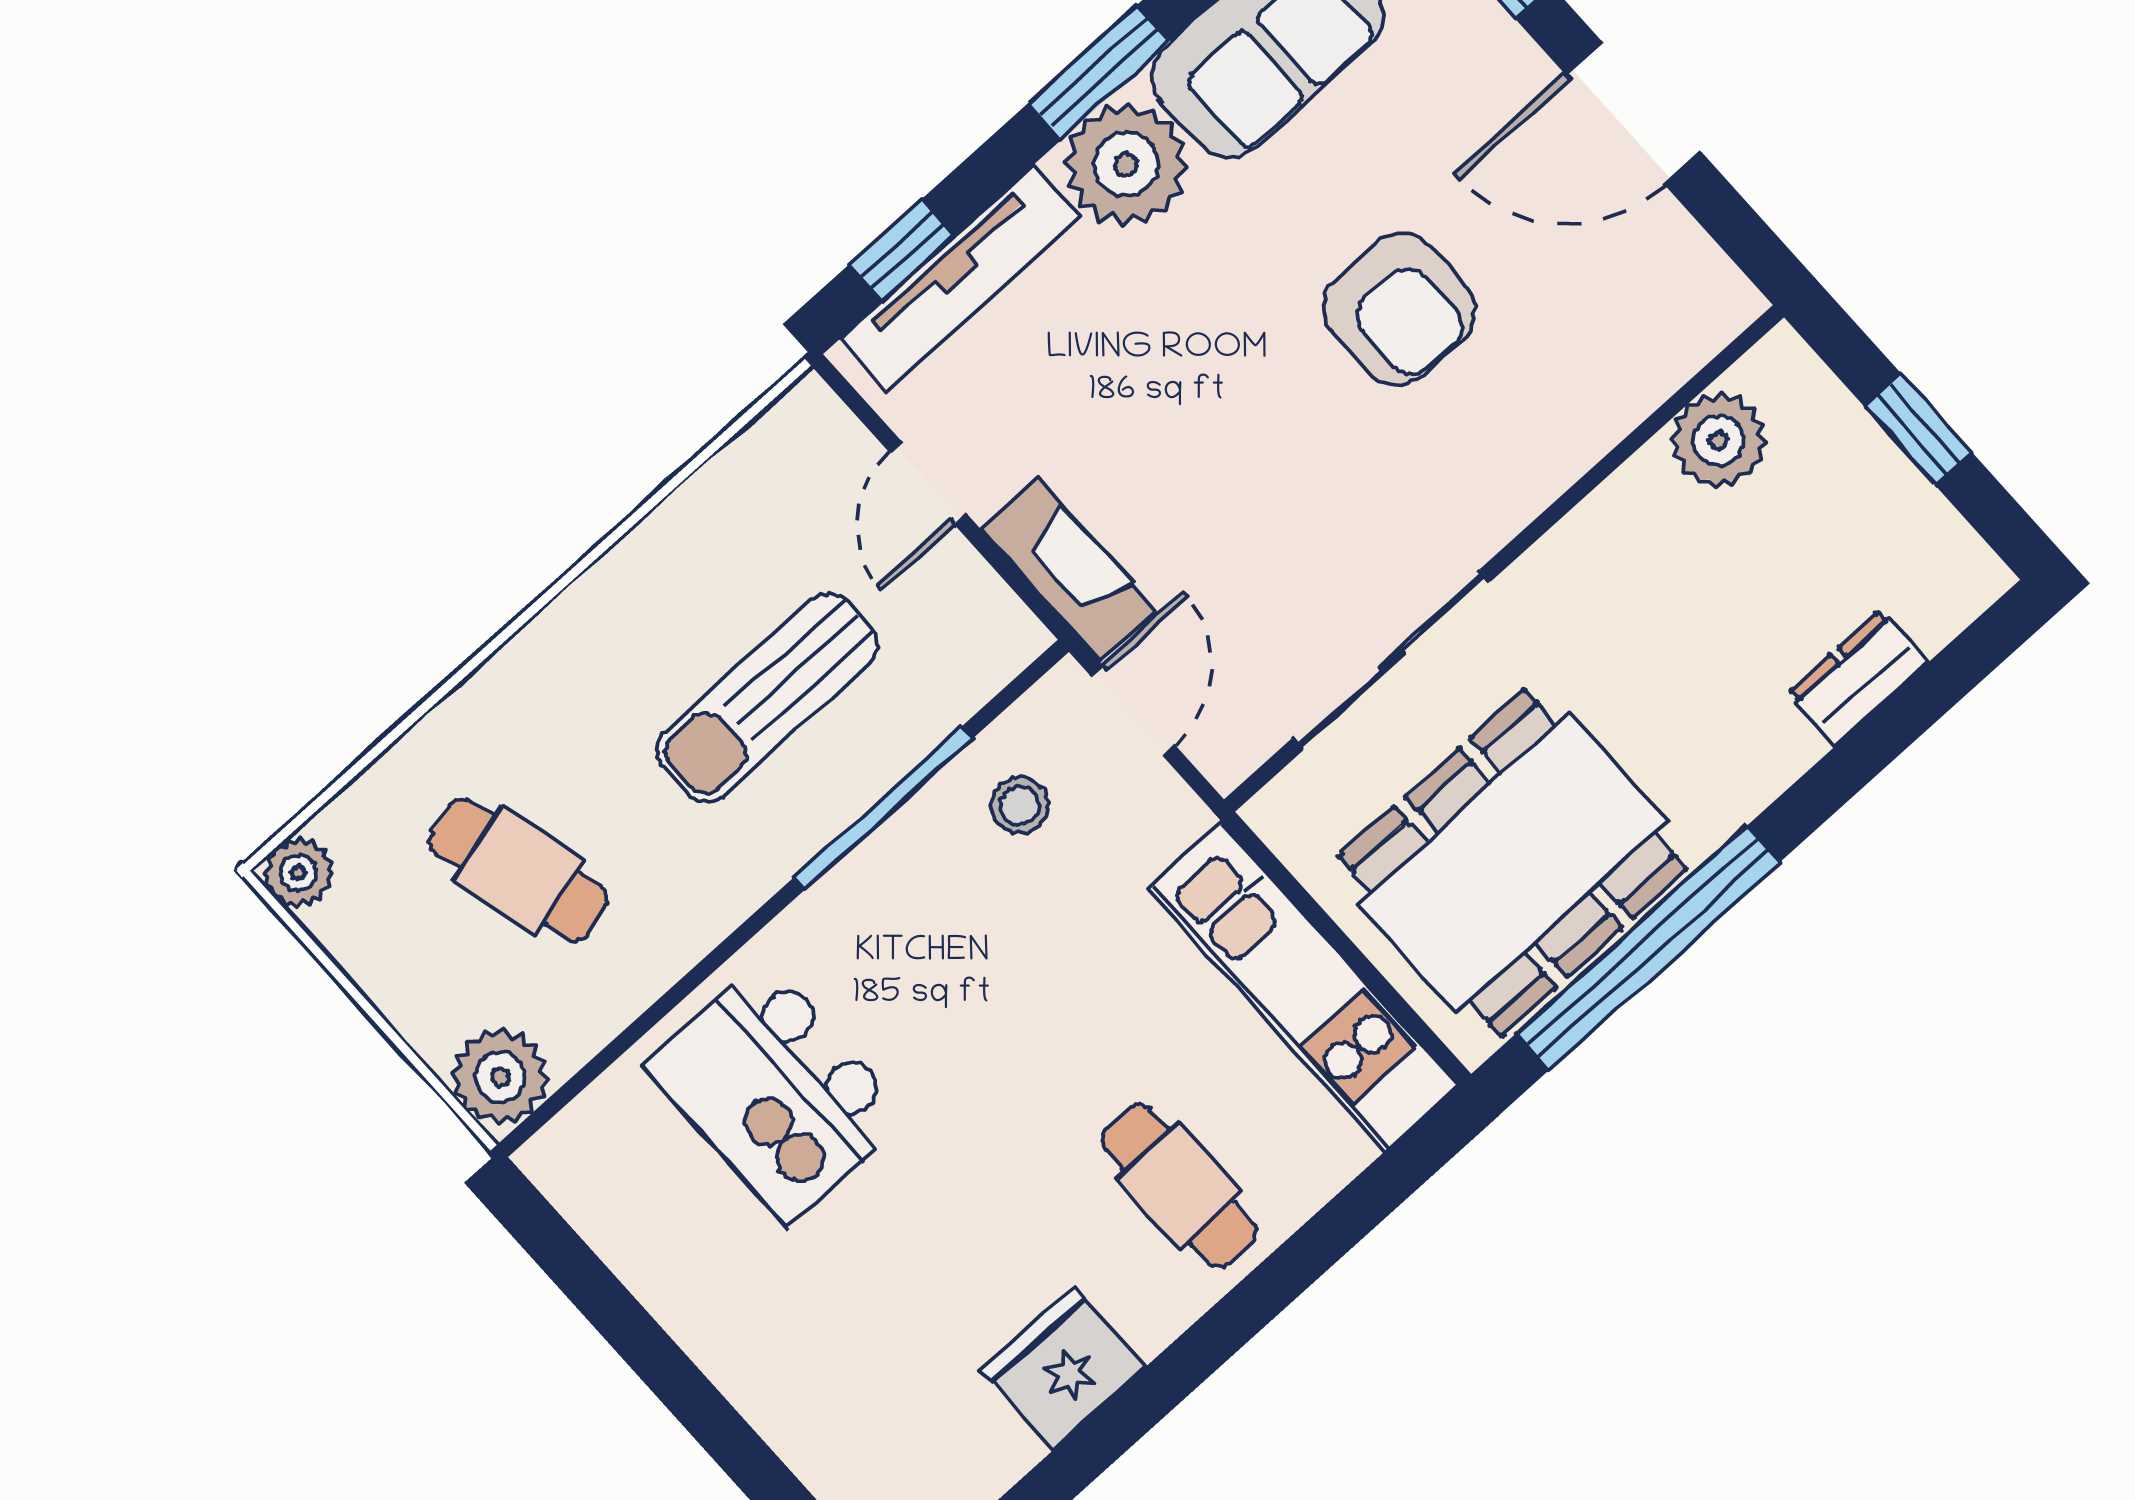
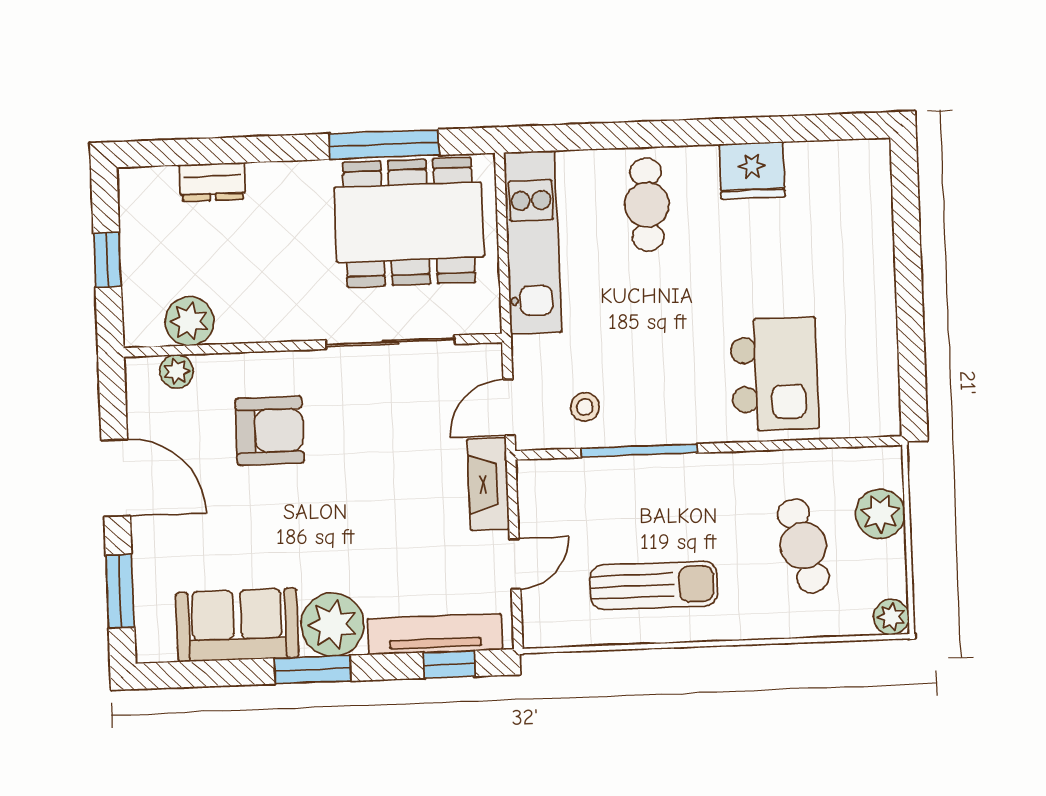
armchair: (1399, 309) -> (270, 431), moved, turned 90
plant: (1675, 349) -> (177, 371), added
sun lounger: (767, 698) -> (654, 585), moved
window: (1648, 948) -> (384, 144), width x0.68
plant: (500, 1077) -> (880, 514), moved

